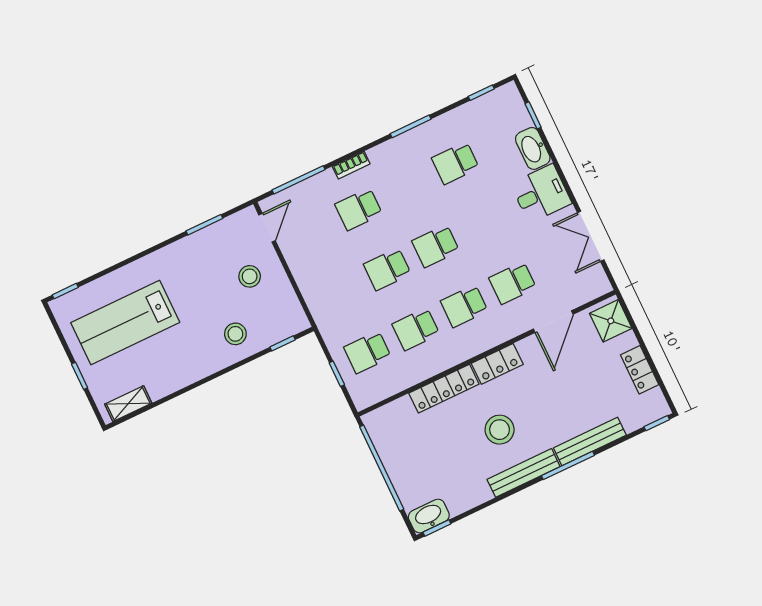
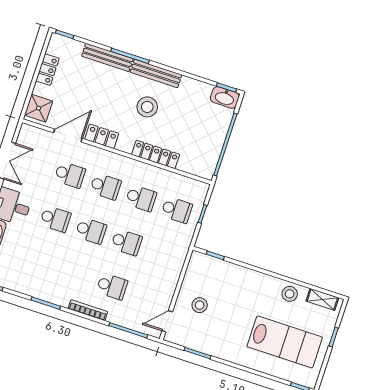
school desk: (455, 163) -> (55, 219), moved
bookcase: (351, 165) -> (88, 310), width x1.56
stool: (235, 334) -> (290, 294), moved
locker: (497, 364) -> (102, 136), moved

